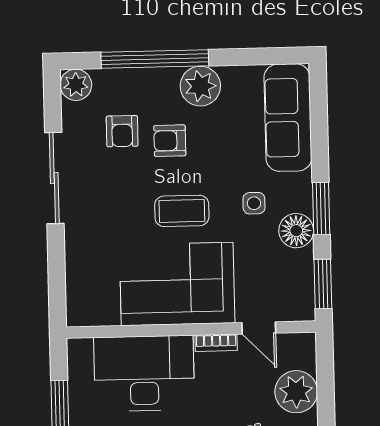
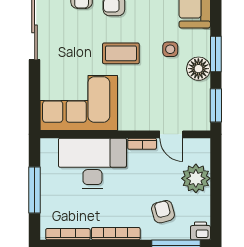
corner sofa: (177, 284) -> (79, 103), moved

